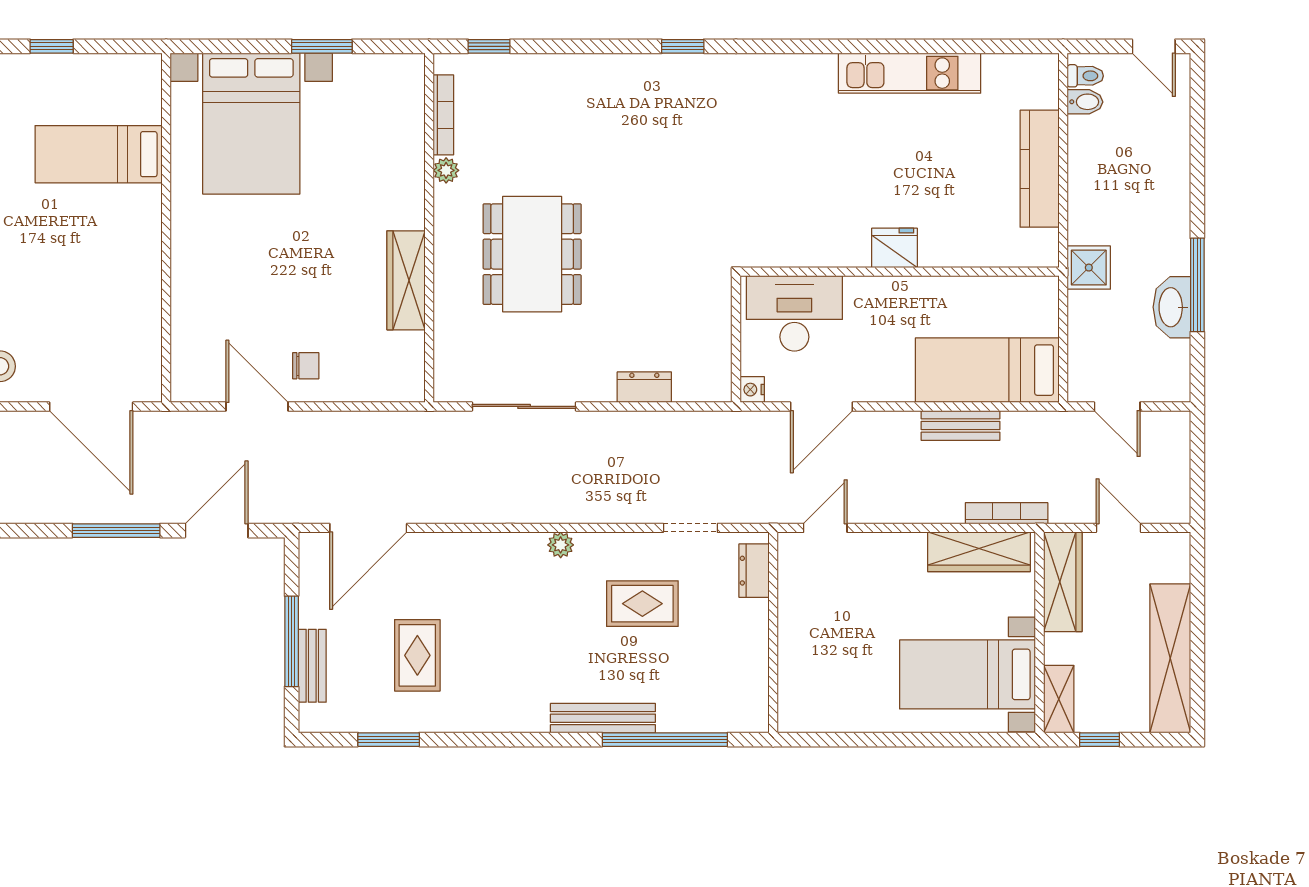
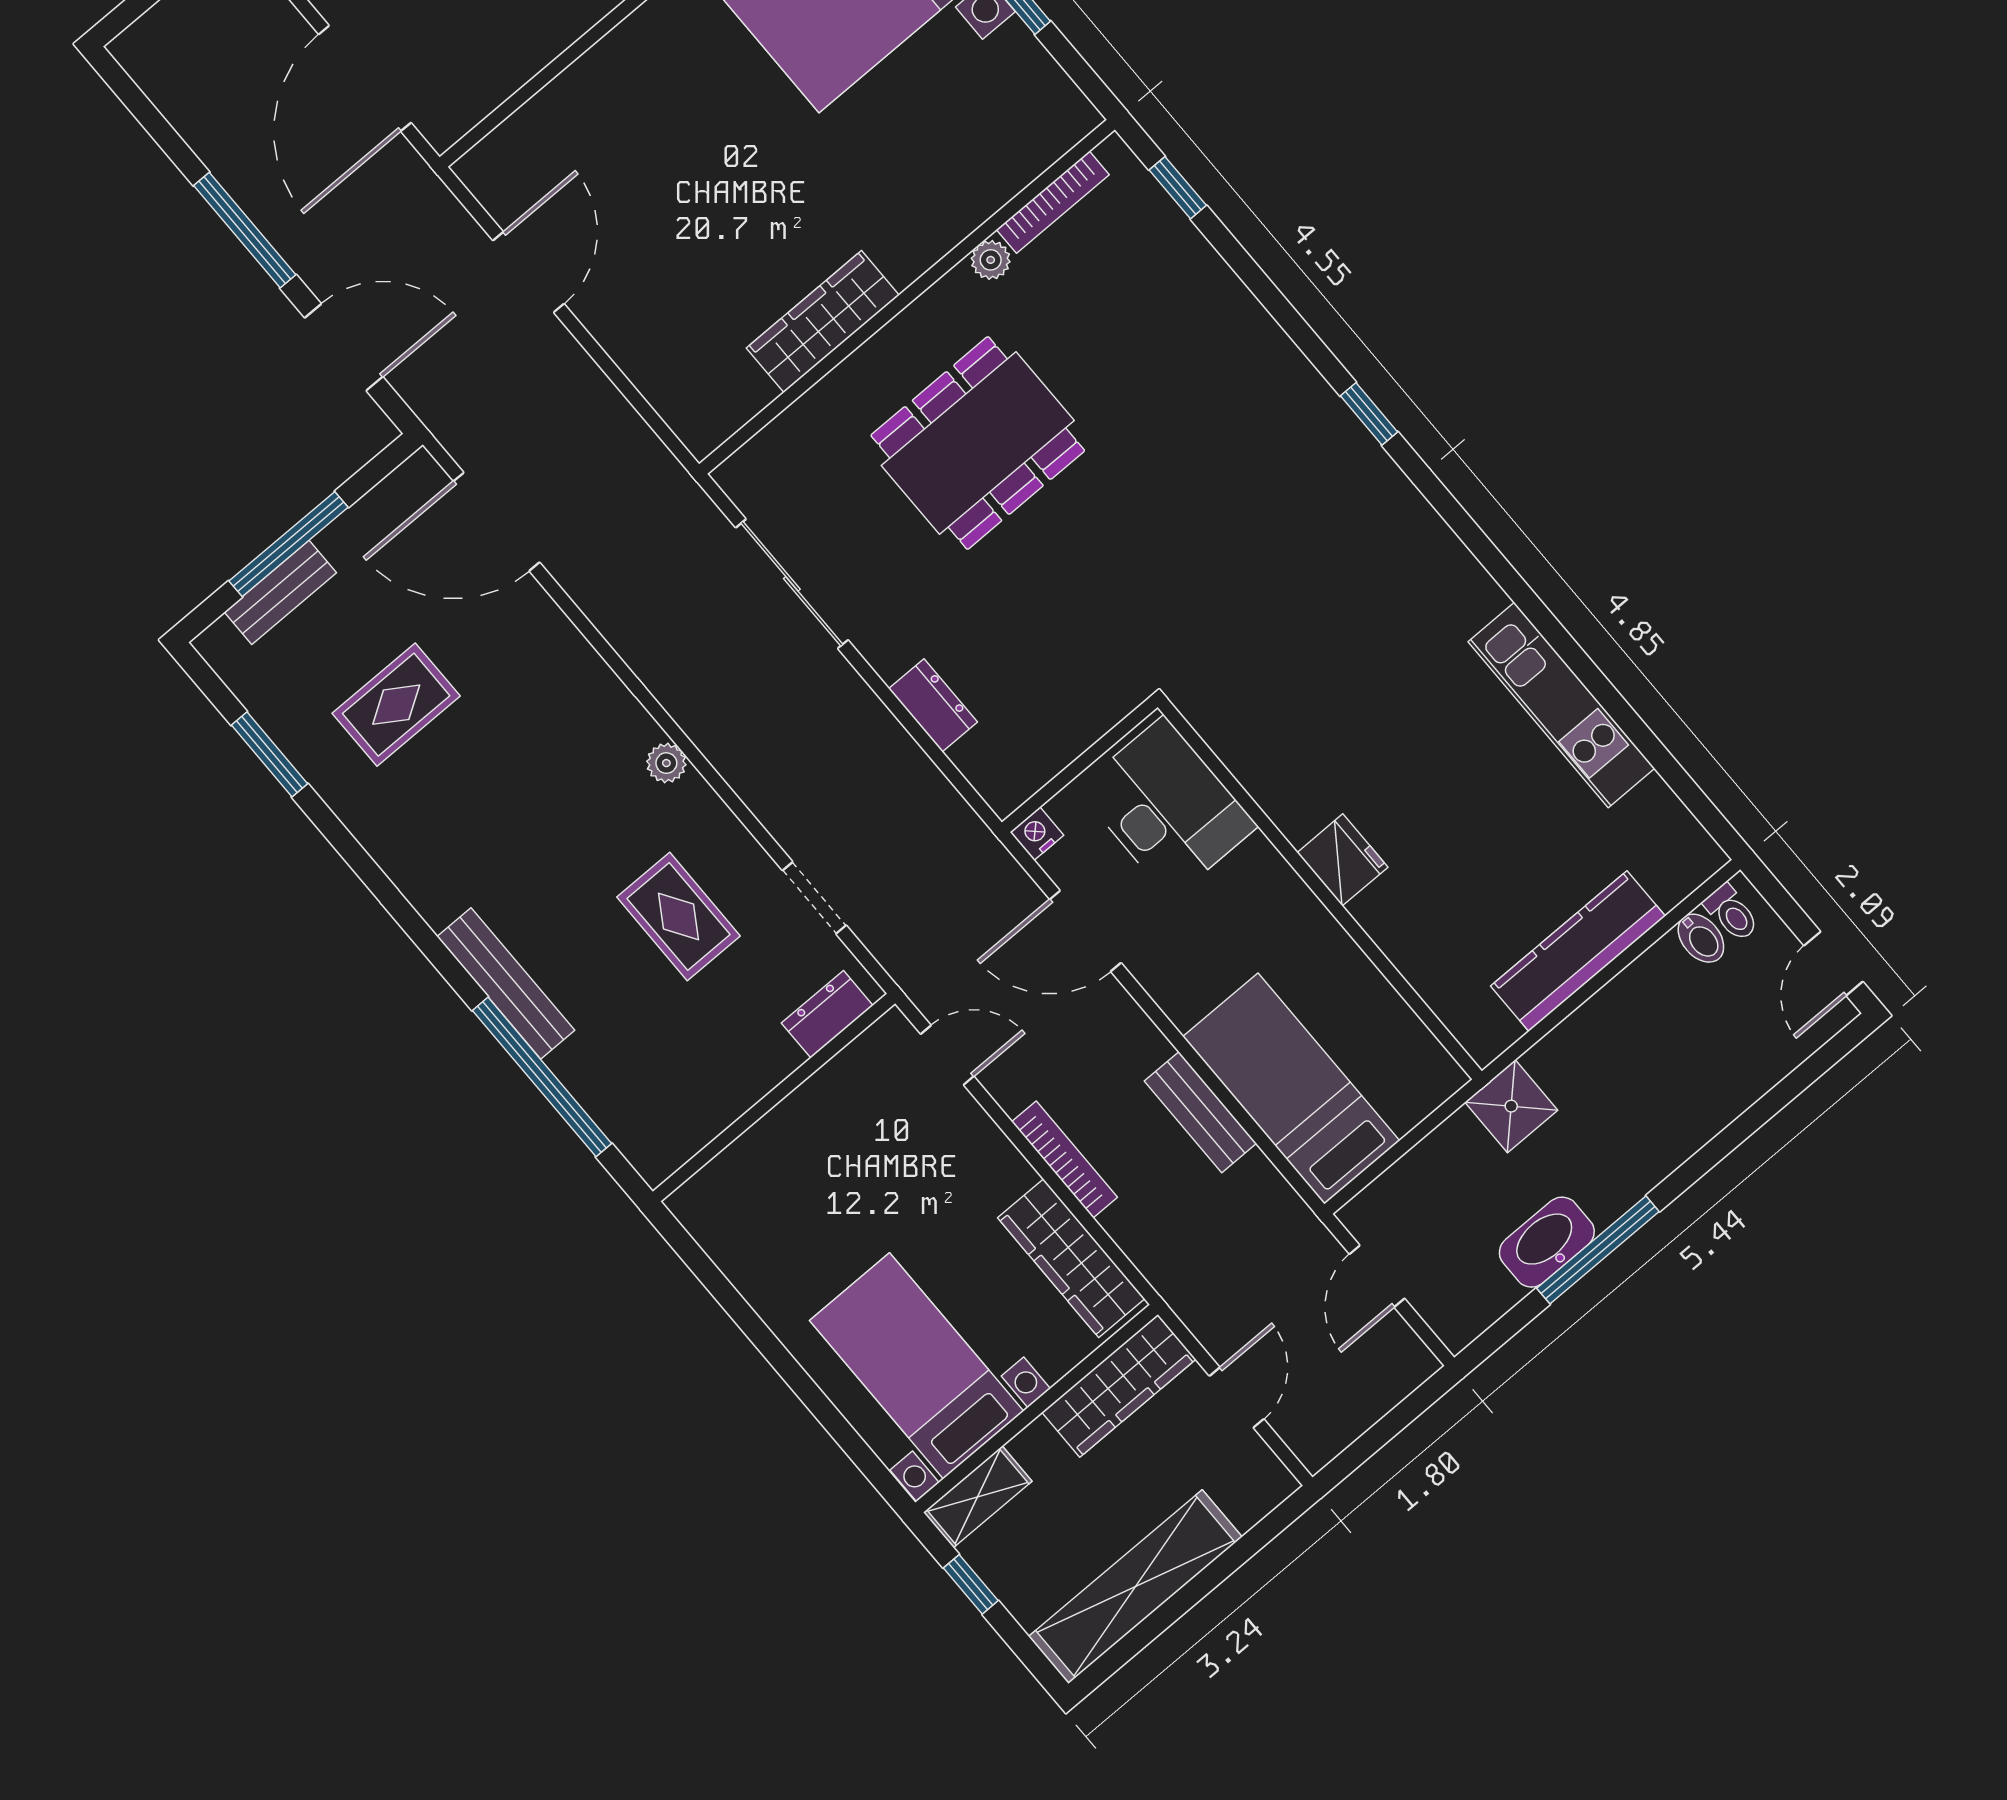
chair: (306, 366) -> (624, 289), removed
bookcase: (1007, 513) -> (1065, 1159), moved

